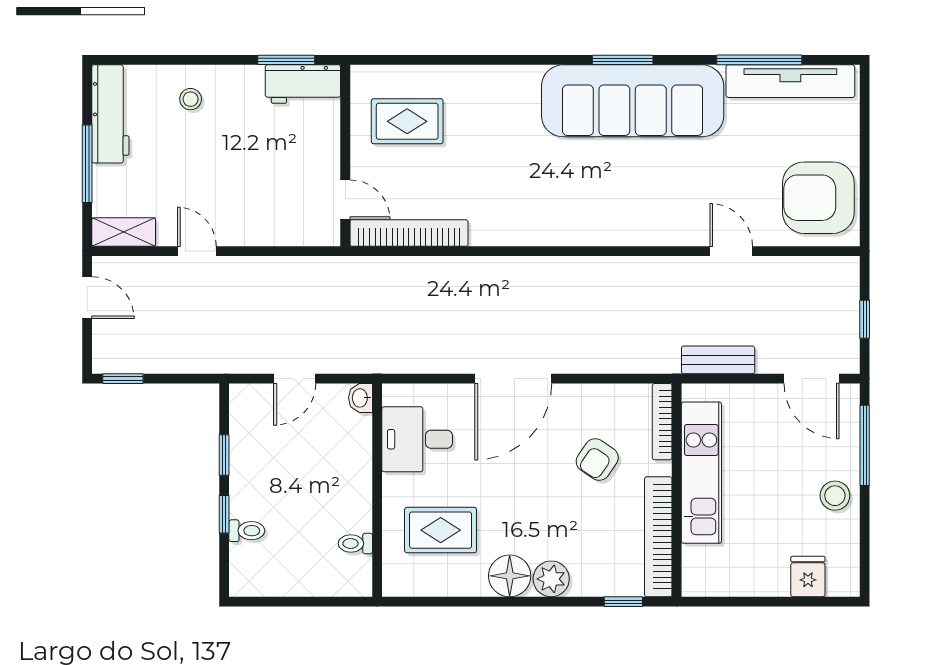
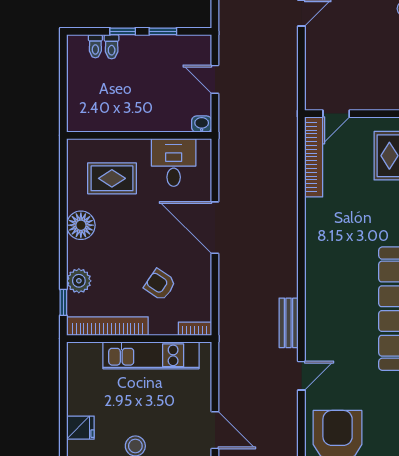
bench: (718, 360) -> (289, 323), moved
door: (812, 379) -> (215, 430), swing flipped
bookcase: (662, 422) -> (195, 329), width x0.64
rug: (441, 530) -> (112, 178), turned 90
toilet: (355, 544) -> (95, 46), moved, turned 180
plant: (551, 579) -> (79, 281), moved

